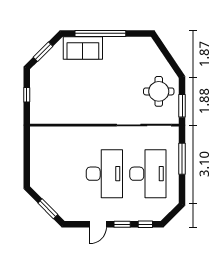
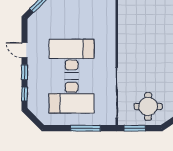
desk: (104, 174) -> (72, 56), turned 180

